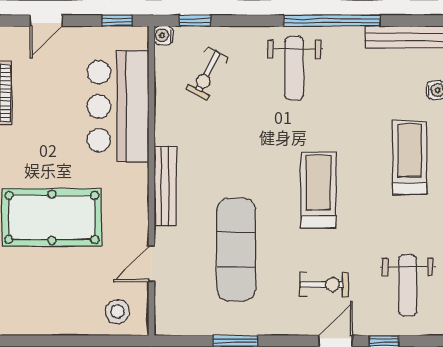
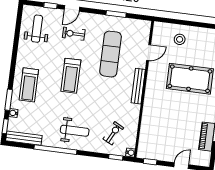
weight bench: (294, 68) -> (75, 131), turned 90
bar counter: (118, 106) -> (154, 124), removed
stool: (117, 312) -> (180, 39), moved

